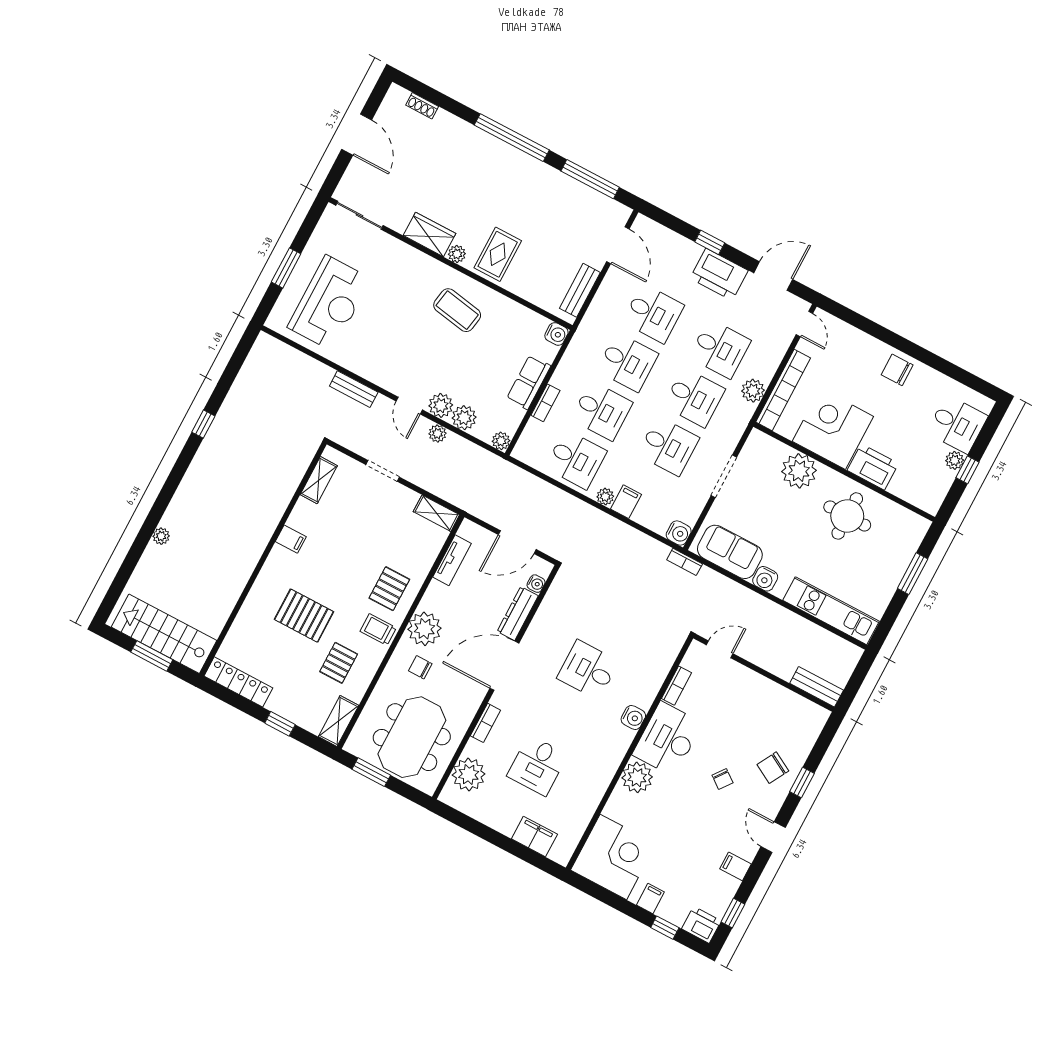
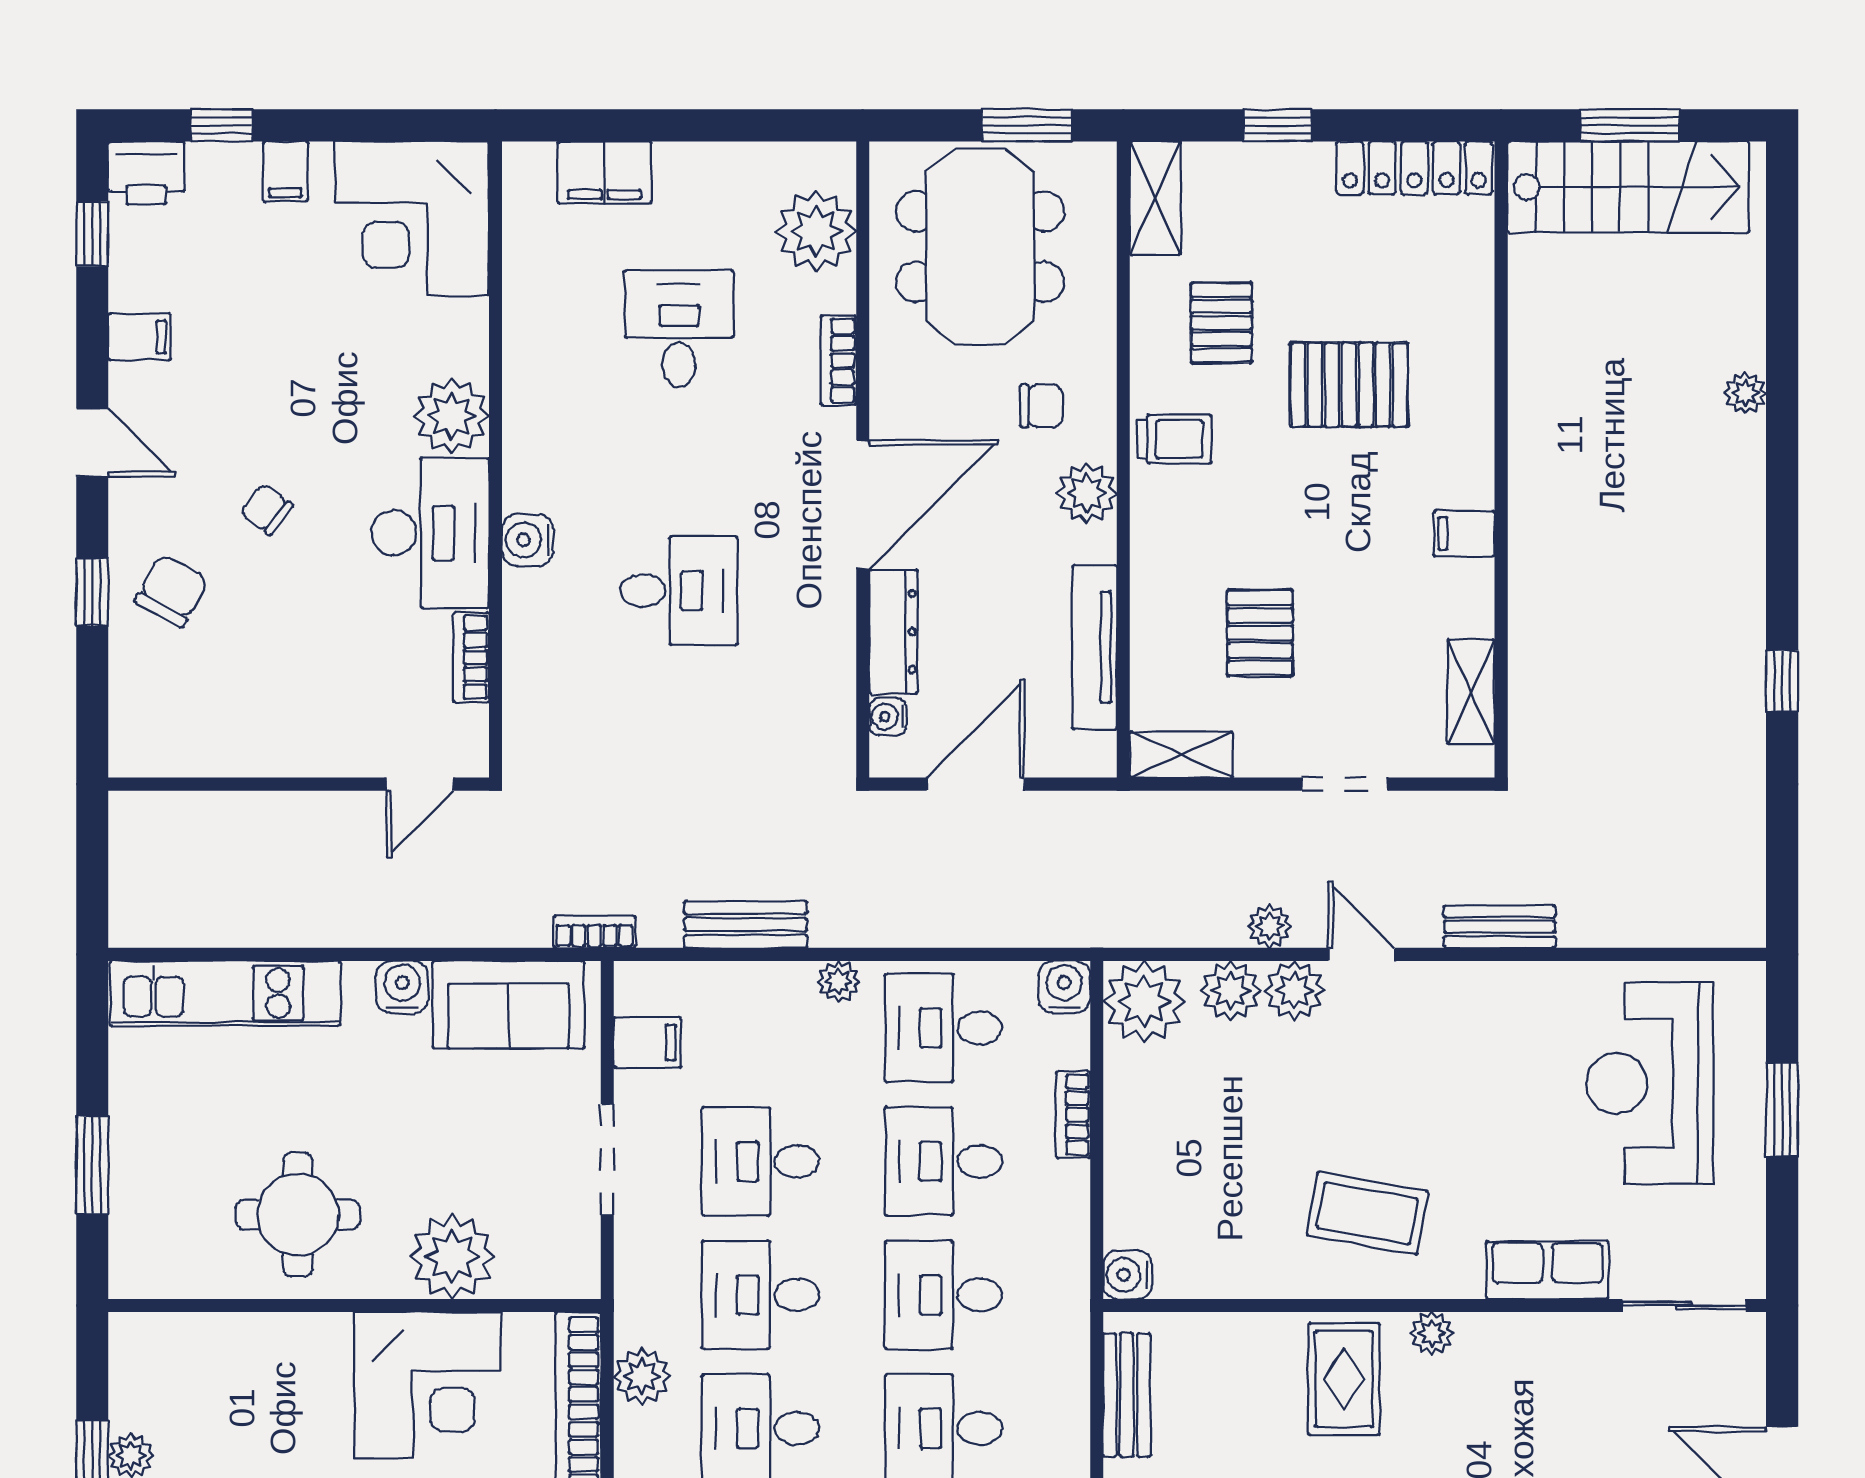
wardrobe: (429, 234) -> (1513, 1344), removed
row of seats: (529, 382) -> (1547, 1270), moved, turned -90
plant: (501, 441) -> (1144, 1002), width x1.87, depth x1.87
printer: (873, 467) -> (298, 1349), removed
filing cabinet: (626, 502) -> (647, 1042), moved, turned -90
water cooler: (679, 533) -> (1064, 987), moved, turned 90
tv unit: (452, 560) -> (1095, 647), width x1.41
pallet: (389, 589) -> (1260, 633), moved
plant: (424, 629) -> (1087, 493), width x0.73, depth x0.73
bench: (817, 687) -> (745, 925), moved

